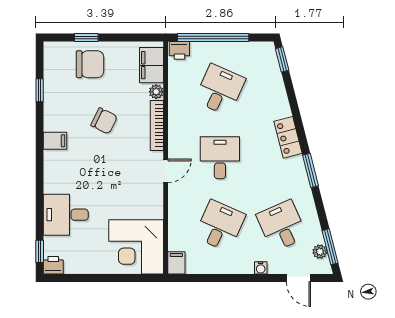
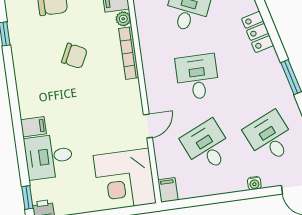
locker: (288, 137) -> (258, 32), moved
filing cabinet: (55, 141) -> (33, 127), moved
door: (166, 171) -> (148, 126), moved
desk: (220, 226) -> (207, 146), turned -48

